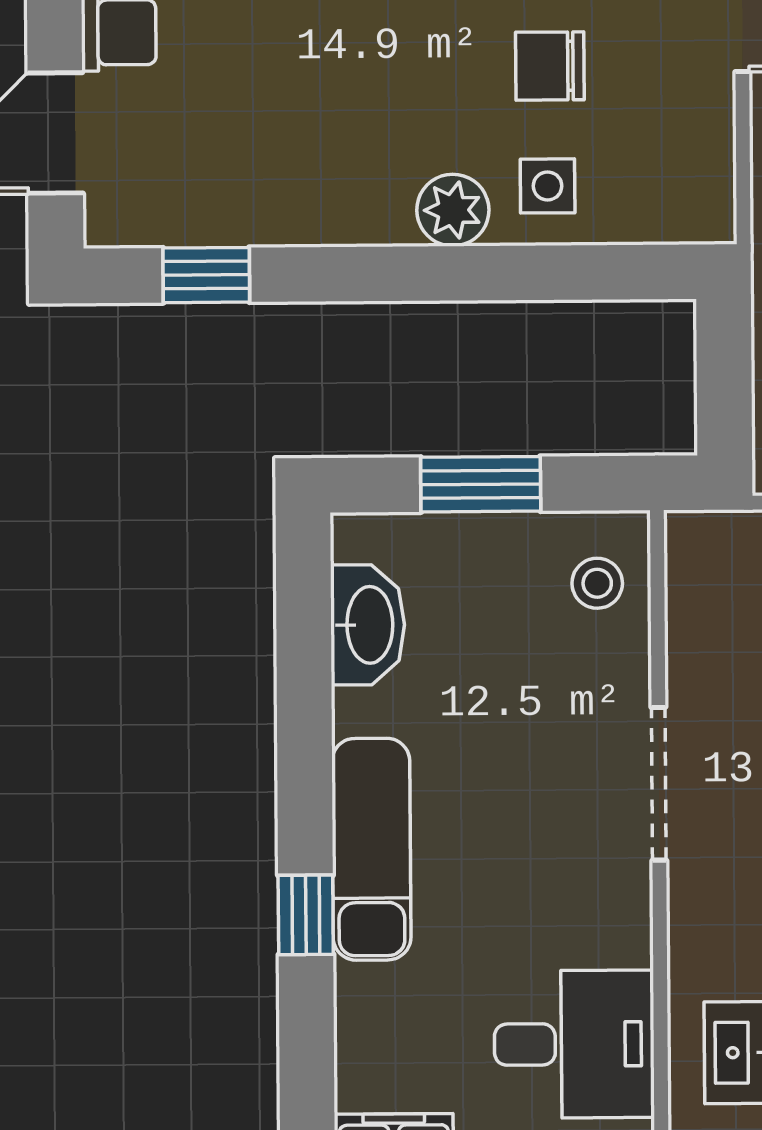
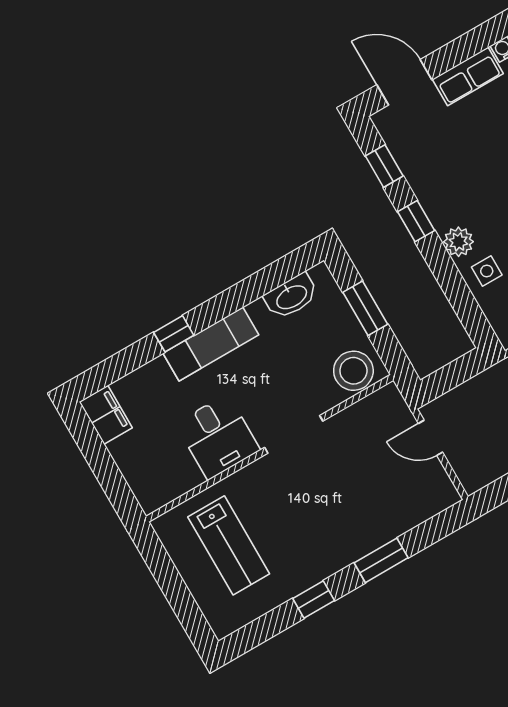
window: (359, 274) -> (416, 221), added
stool: (597, 583) -> (353, 371), width x1.89, depth x1.89
desk: (574, 1044) -> (218, 437), moved

